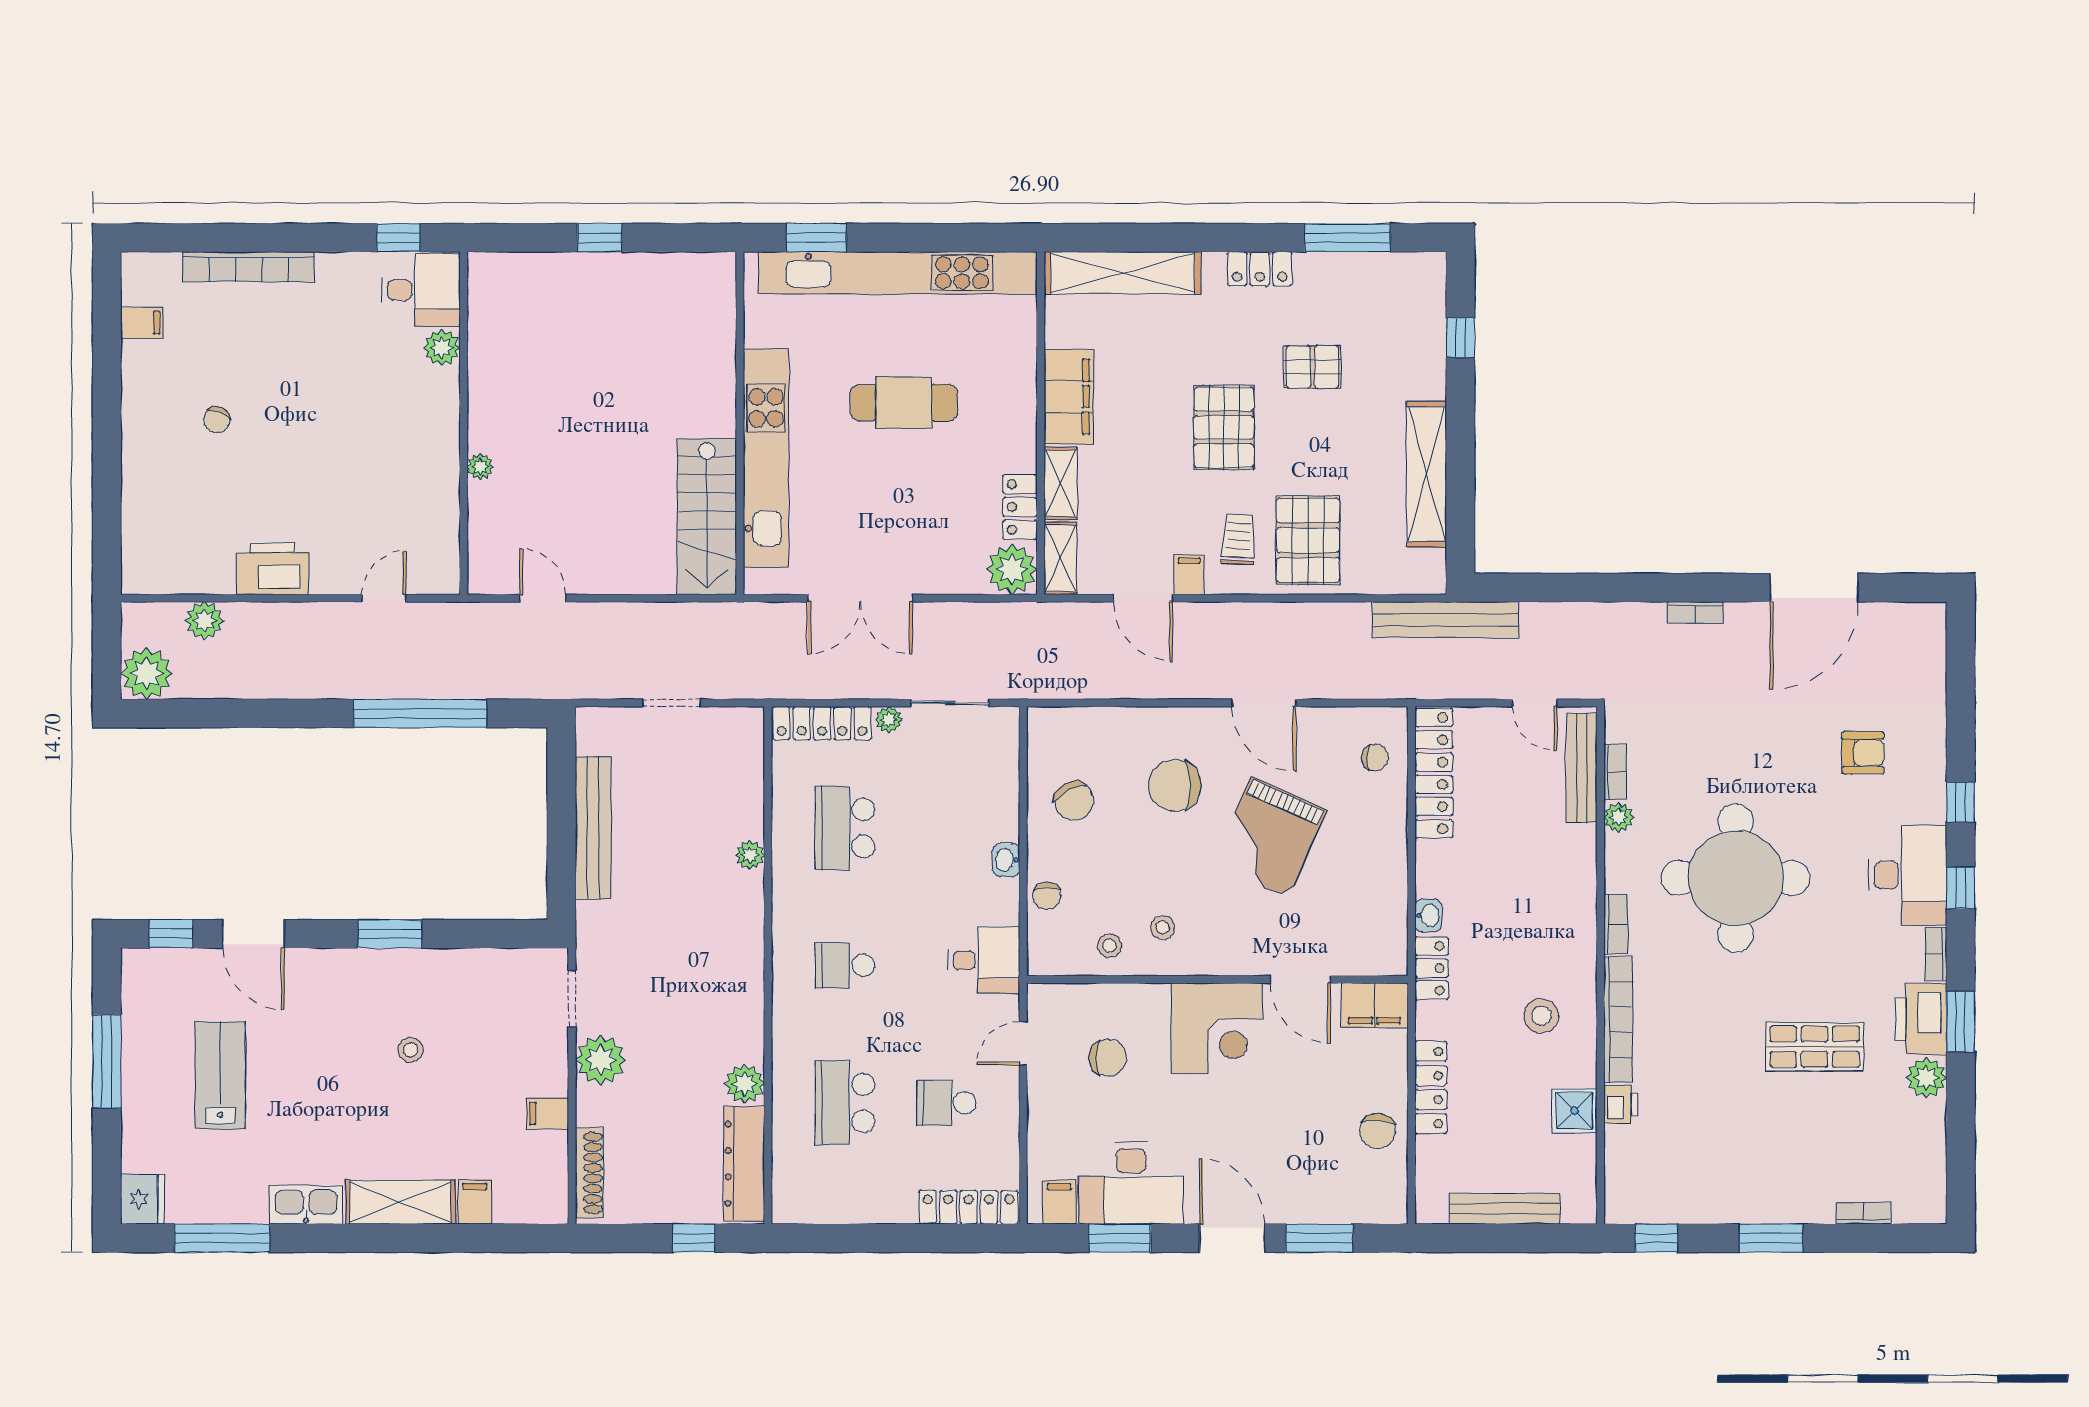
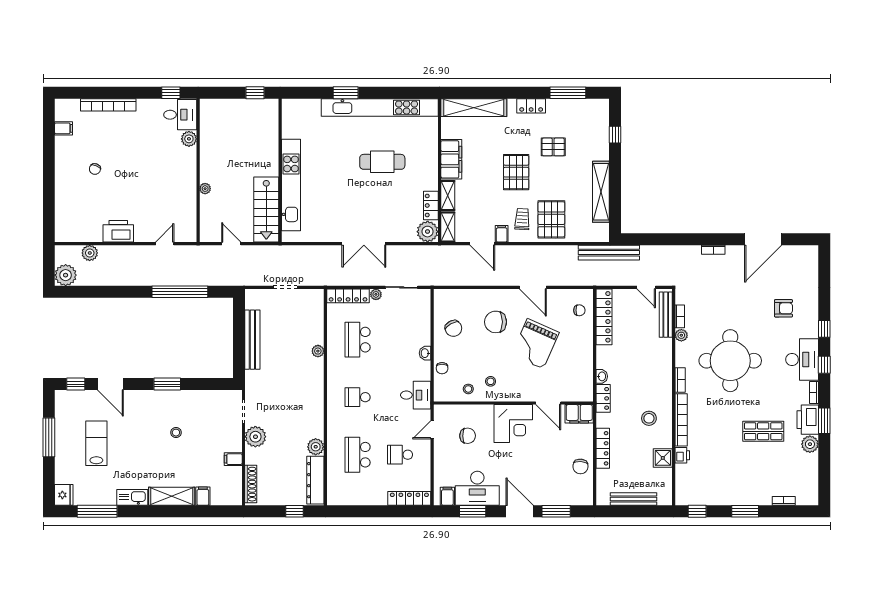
wall: (740, 423) -> (280, 170), moved
kitchen unit: (766, 458) -> (291, 185), moved
stairs: (707, 516) -> (266, 209), moved

